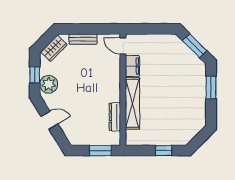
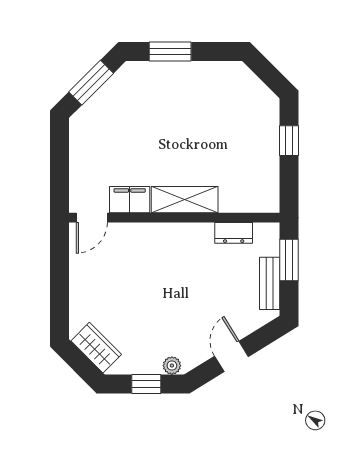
bench: (83, 39) -> (270, 283), moved
plant: (49, 84) -> (172, 366), width x0.53, depth x0.53
shelving: (132, 103) -> (185, 200), width x0.68
dresser: (115, 117) -> (234, 233), width x0.70

